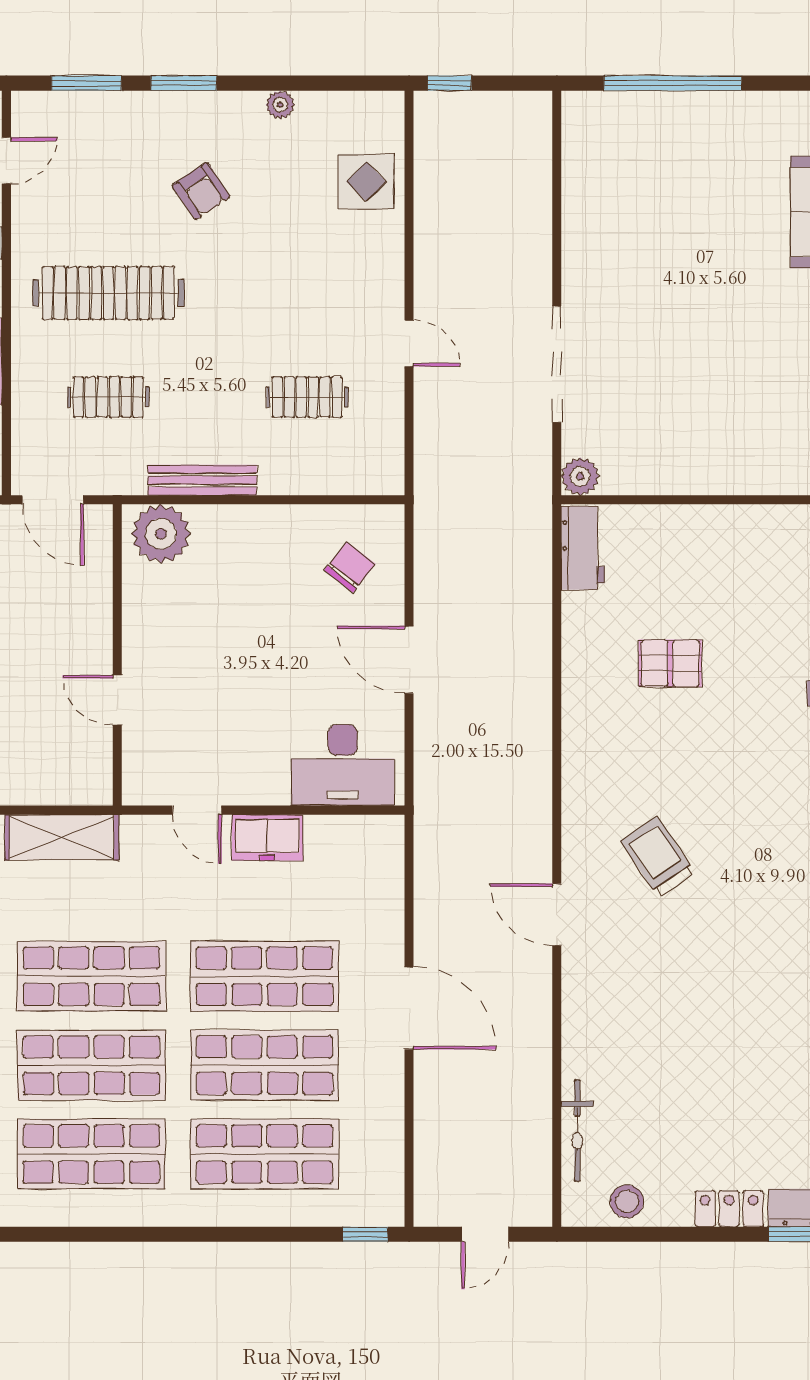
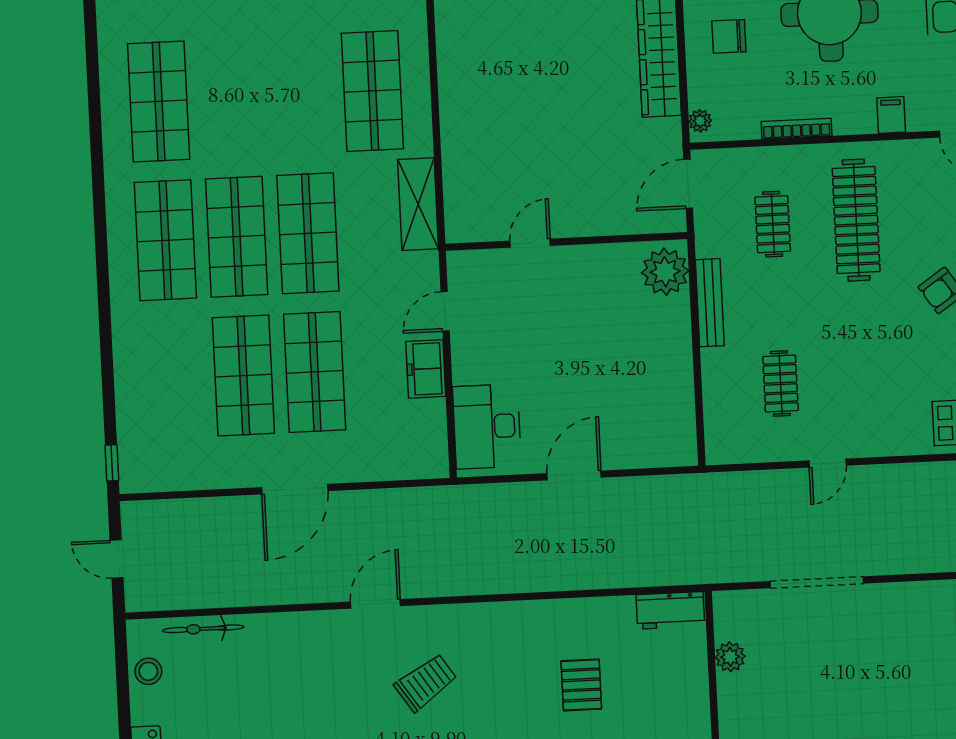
plant: (580, 476) -> (730, 657), moved
chair: (350, 567) -> (646, 424), removed
shop shelf: (264, 1154) -> (172, 379), removed

